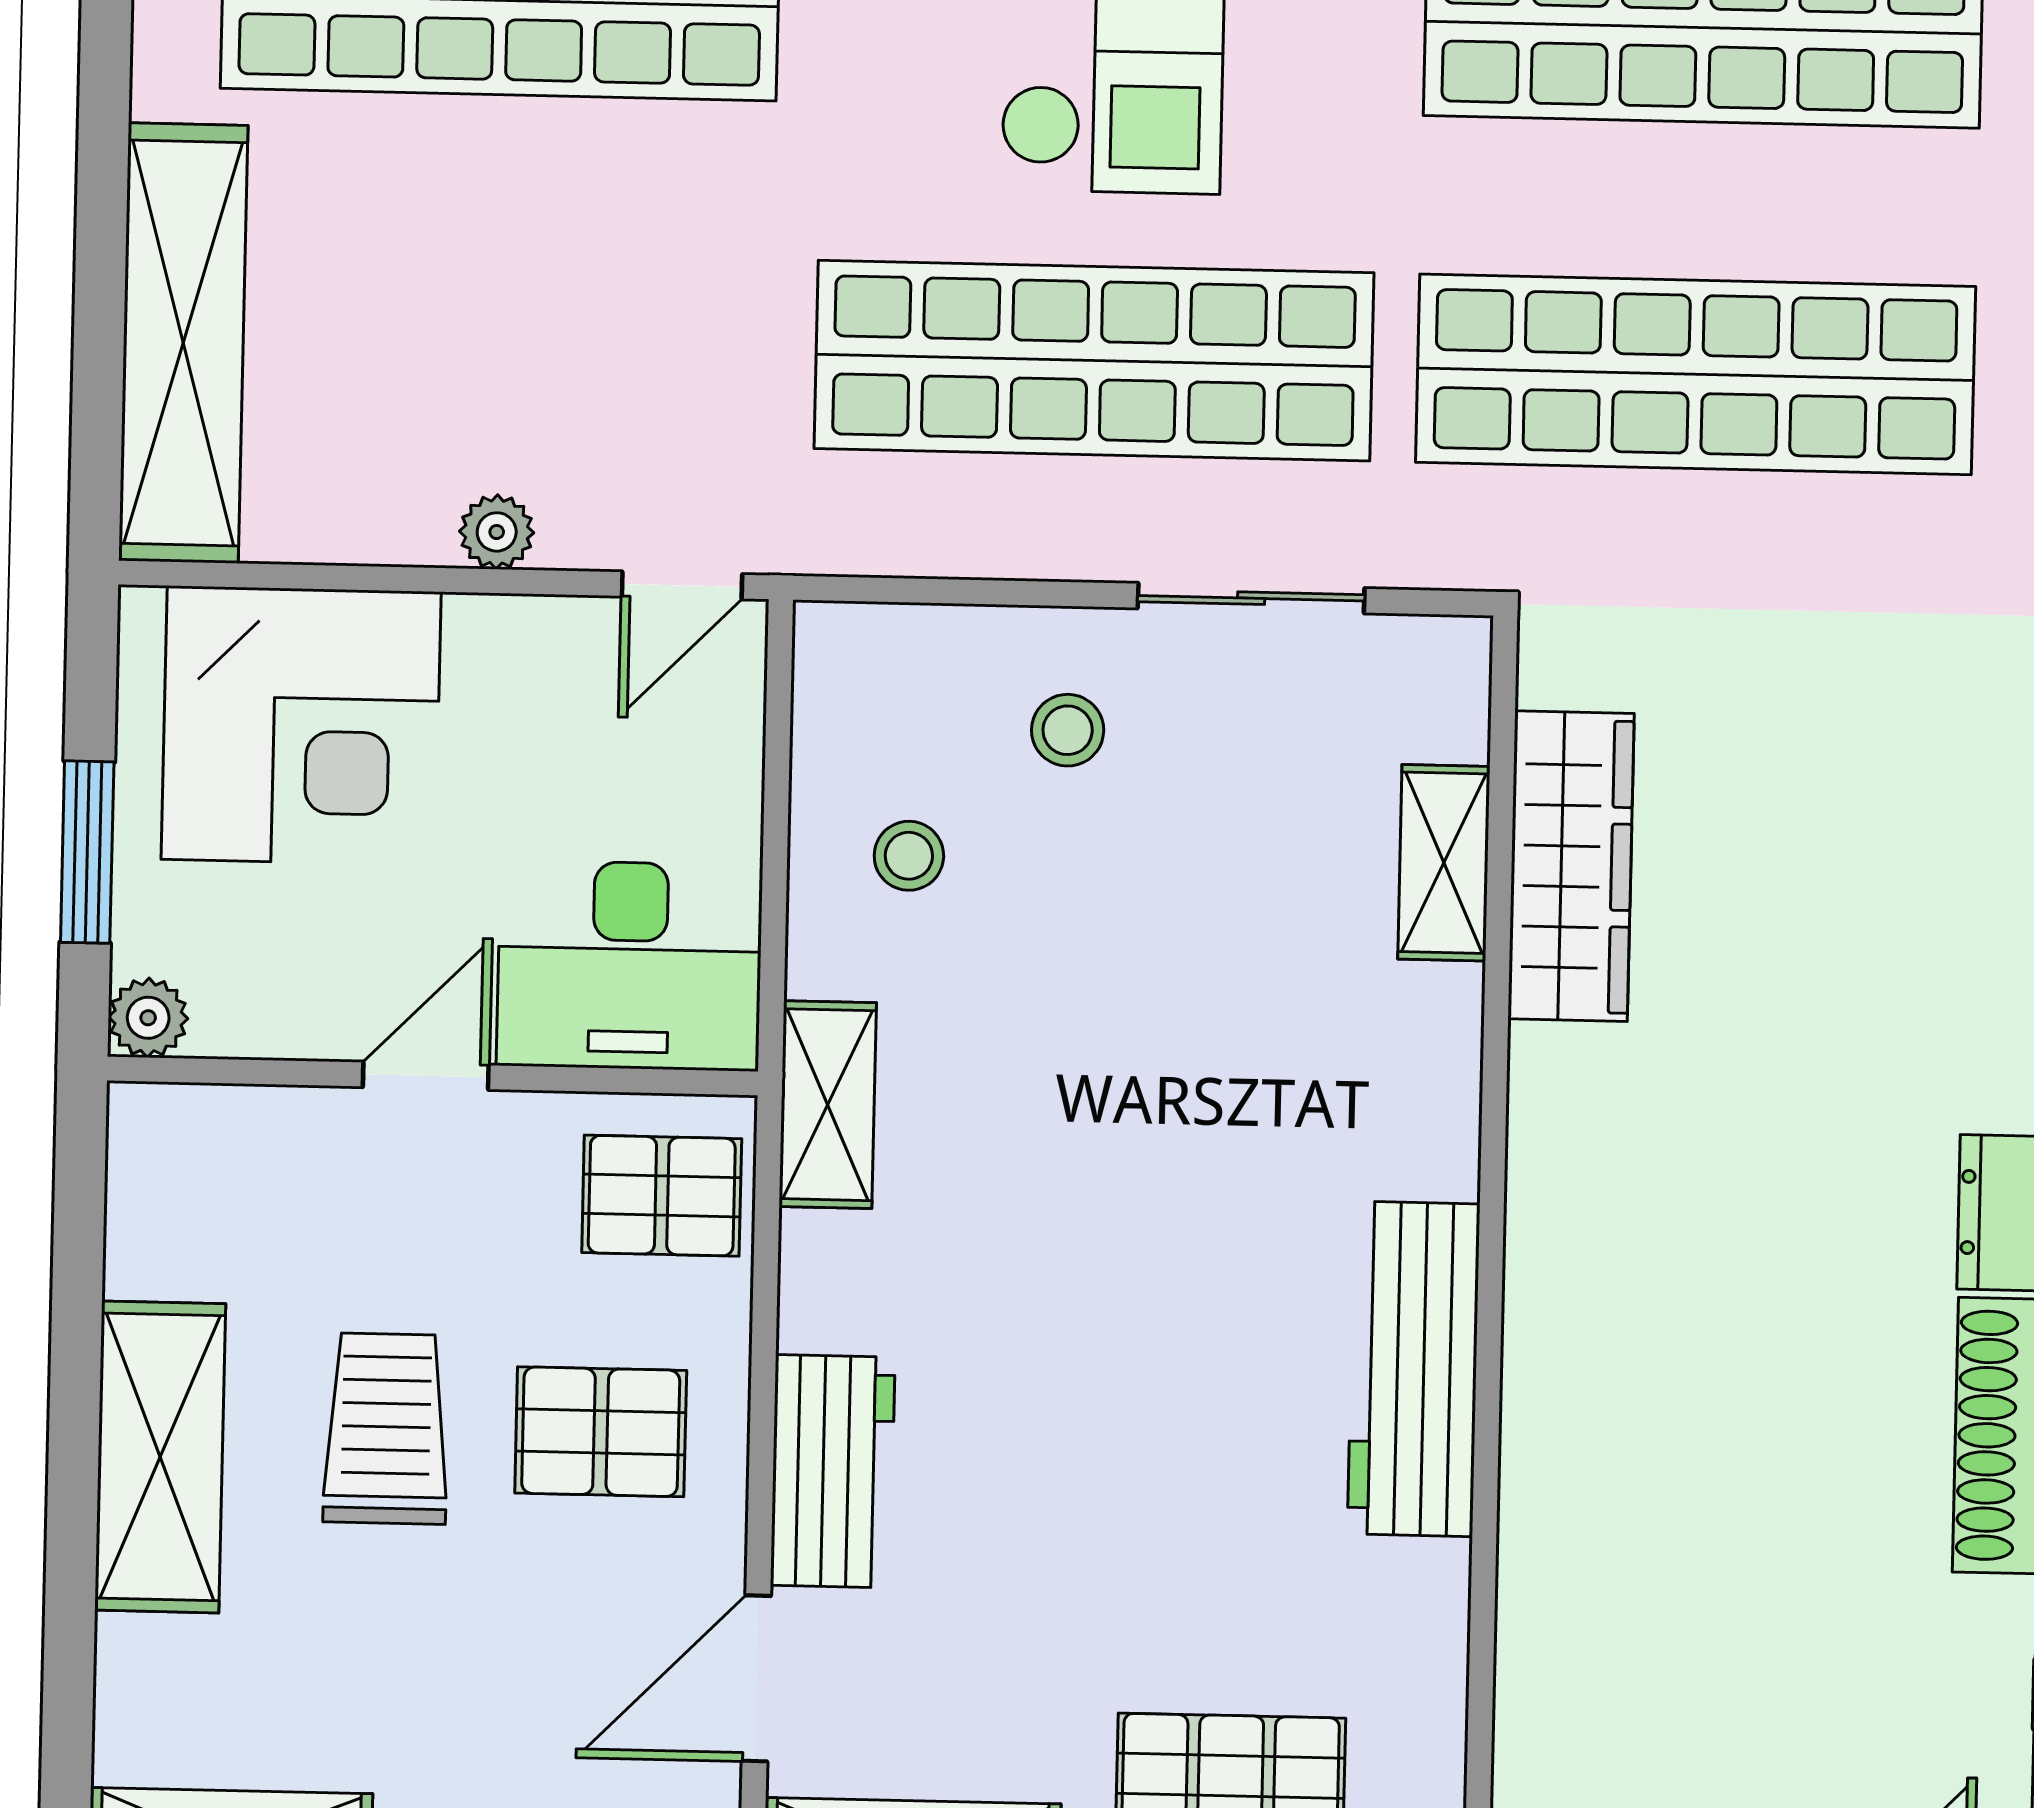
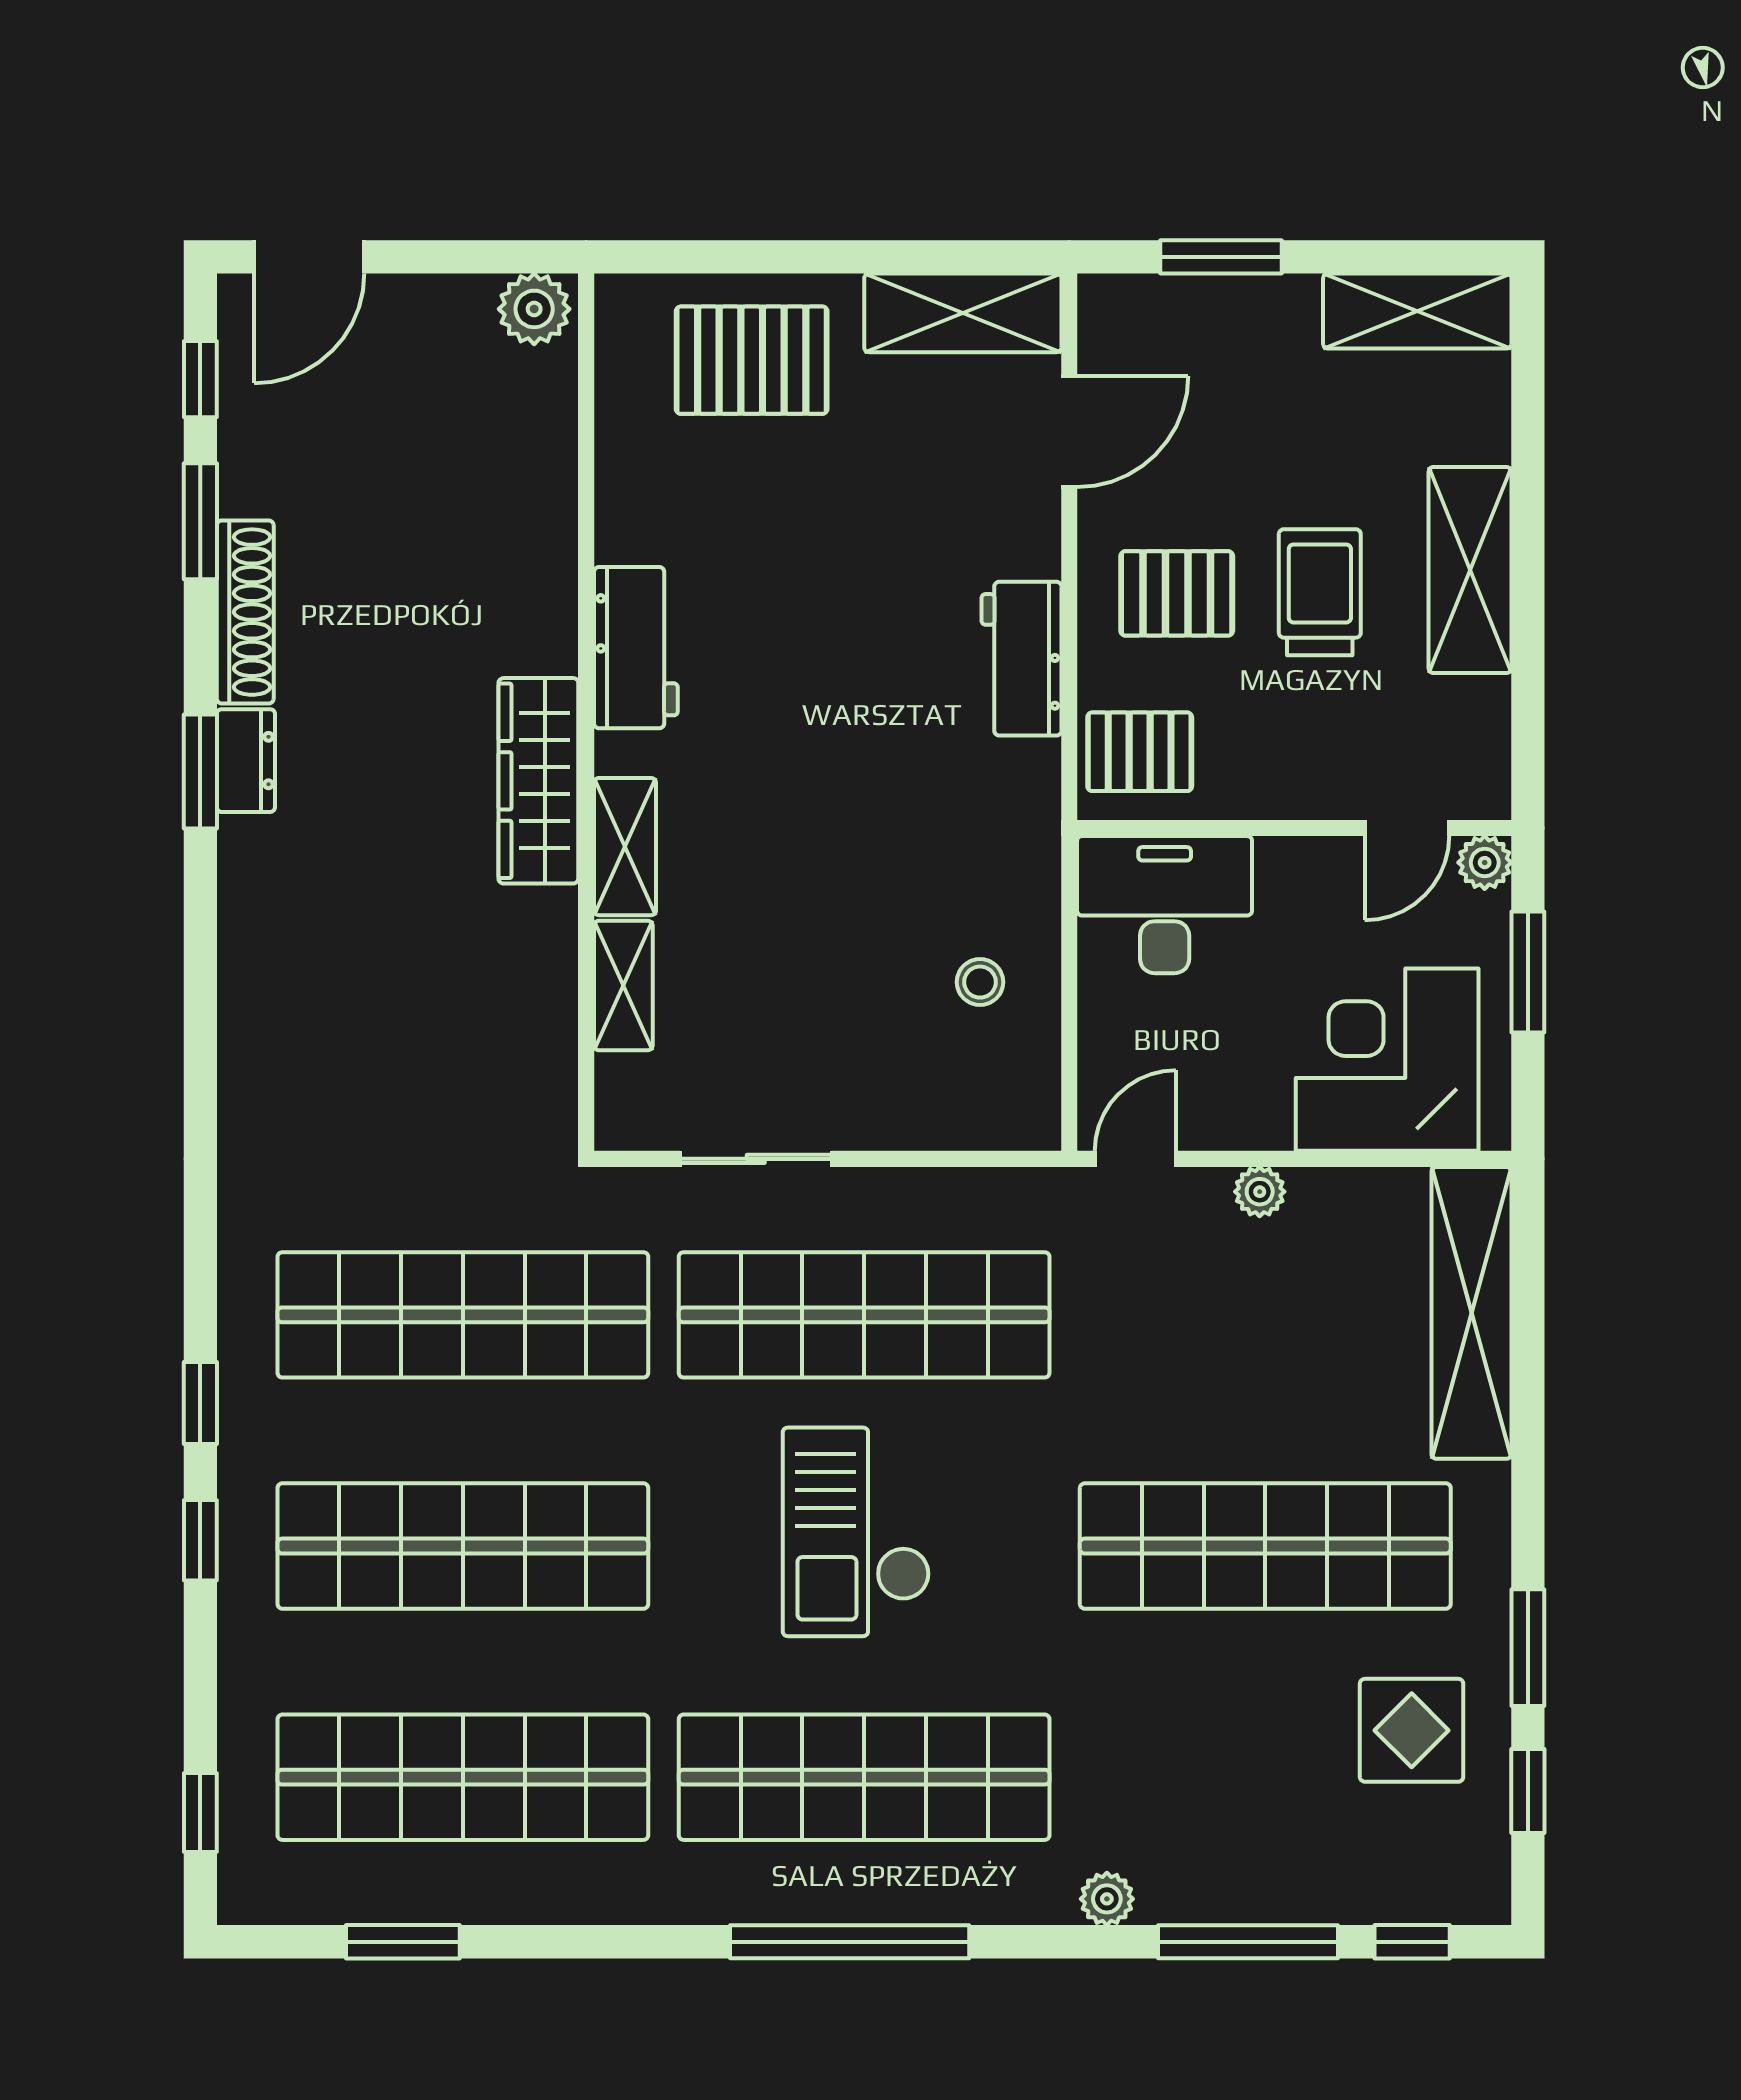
stool: (1068, 730) -> (876, 1068), removed
wardrobe: (1571, 866) -> (538, 781), moved
door: (426, 1076) -> (1407, 828), moved
shelving: (828, 1105) -> (625, 847), moved
workbench: (1414, 1369) -> (636, 648), width x0.73
trolley: (386, 1429) -> (1320, 592), turned 180
workbench: (833, 1471) -> (1021, 659), moved

